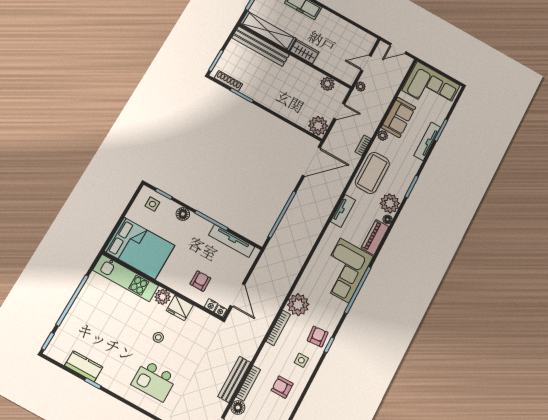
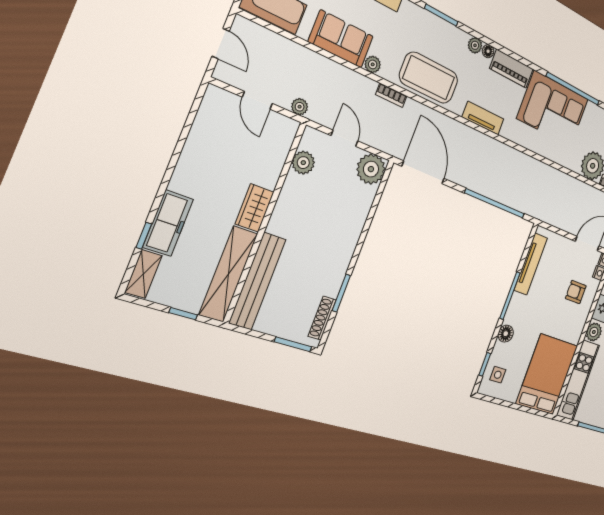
plant: (390, 203) -> (475, 45), width x0.53, depth x0.53

